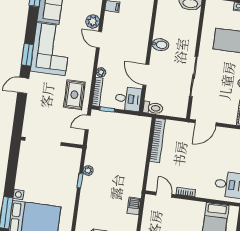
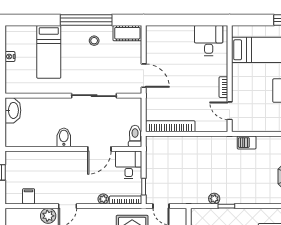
door: (164, 195) -> (230, 111), hinge flipped

